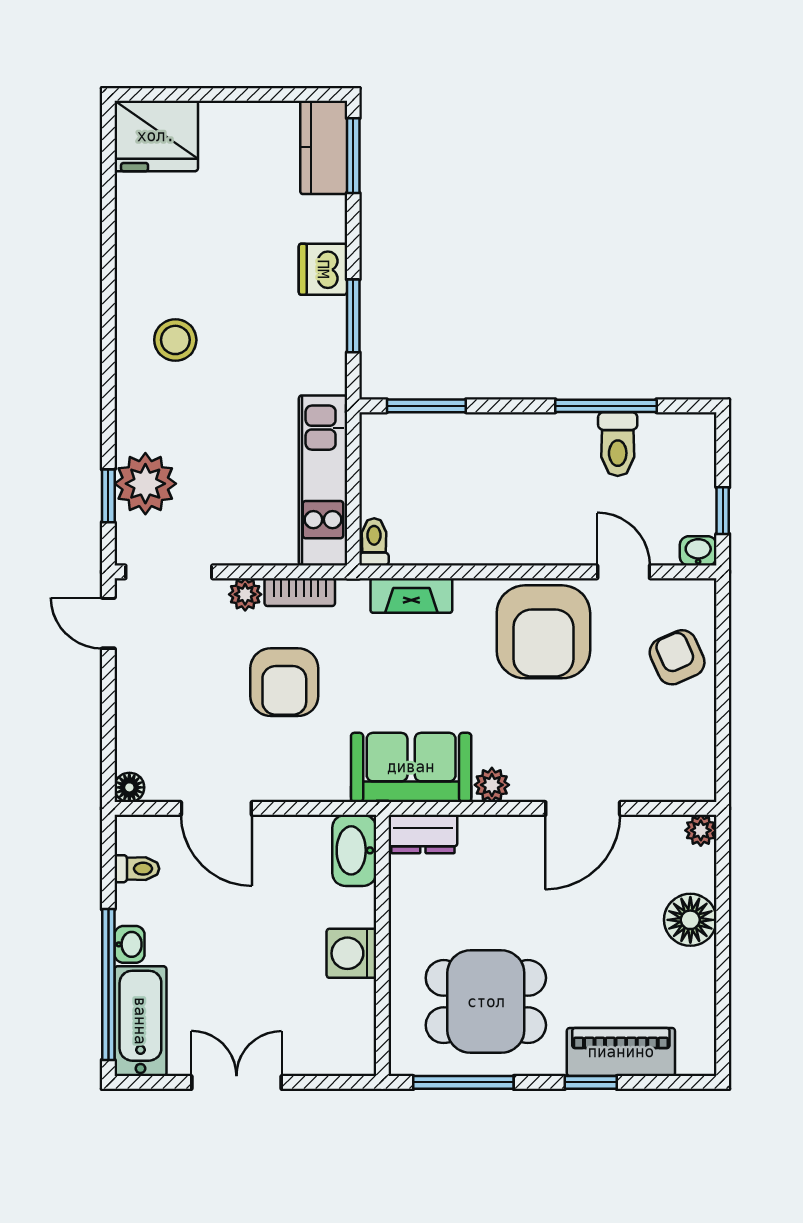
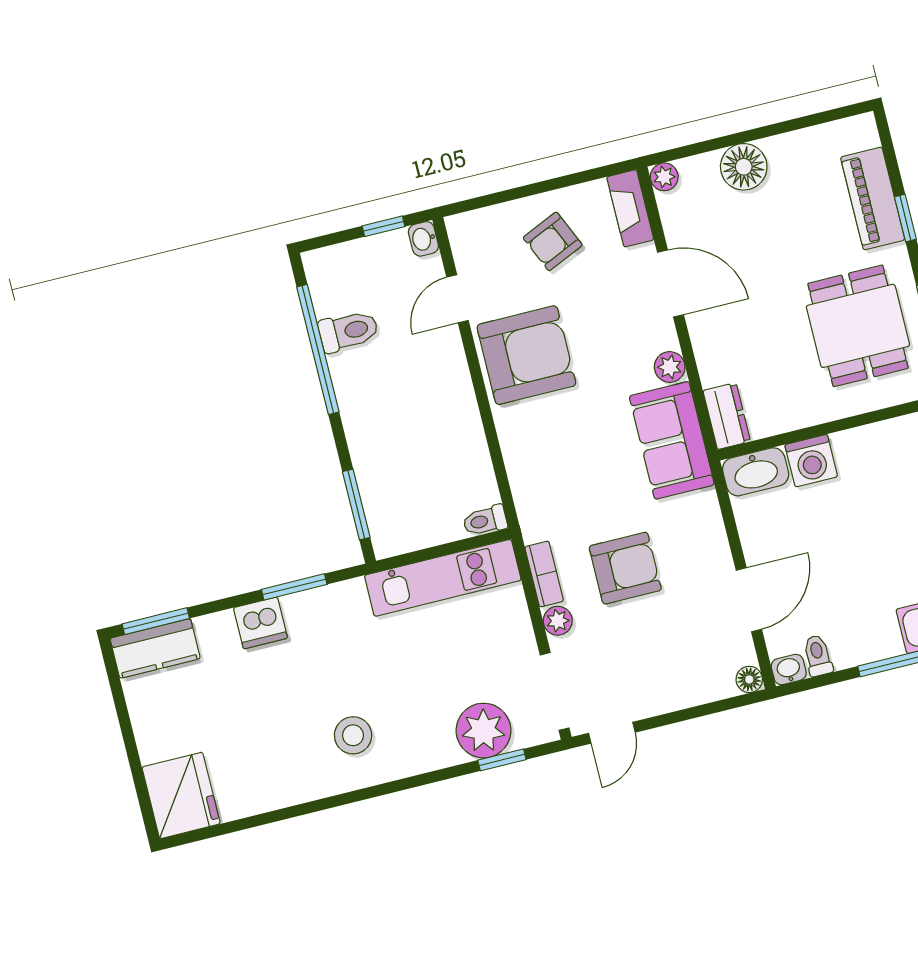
window: (606, 406) -> (318, 349), width x1.46
fireplace: (411, 596) -> (630, 208), moved, turned 180
armchair: (677, 657) -> (553, 241), moved
washbasin: (130, 944) -> (789, 669), moved
washing machine: (351, 953) -> (811, 461), moved

